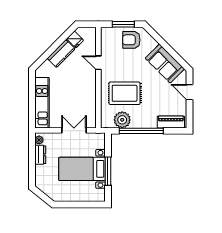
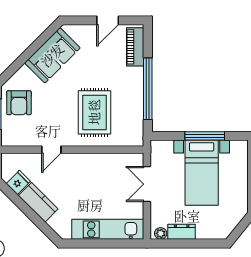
door: (190, 92) -> (108, 20), moved
plant: (122, 120) -> (132, 116), removed

